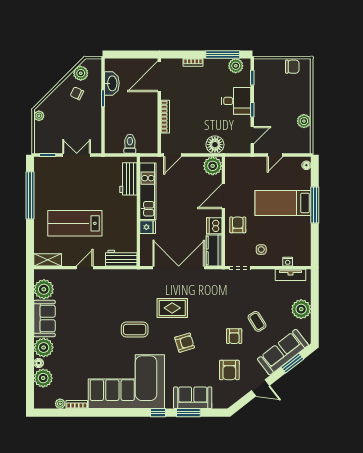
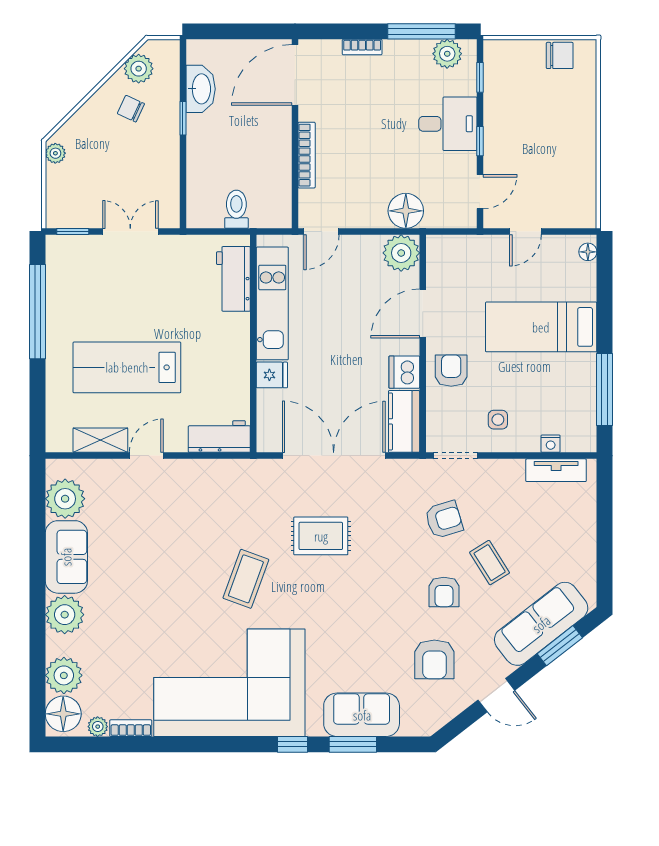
plant: (304, 121) -> (583, 164), removed
window: (315, 205) -> (605, 390), moved
shelving: (48, 260) -> (100, 440), moved
plant: (301, 309) -> (578, 538), removed
coffee table: (135, 330) -> (246, 579), turned -70
armchair: (185, 343) -> (444, 520), moved
floor lamp: (39, 363) -> (63, 714), moved, width x1.89, depth x1.89

